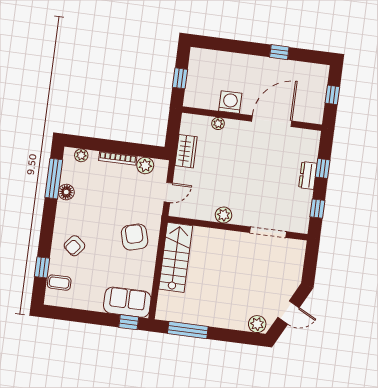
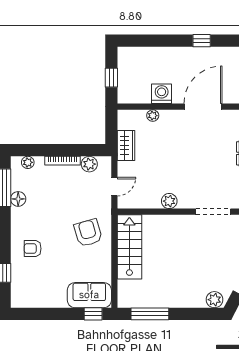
armchair: (74, 246) -> (33, 249), turned 51
coffee table: (59, 283) -> (23, 285), removed

